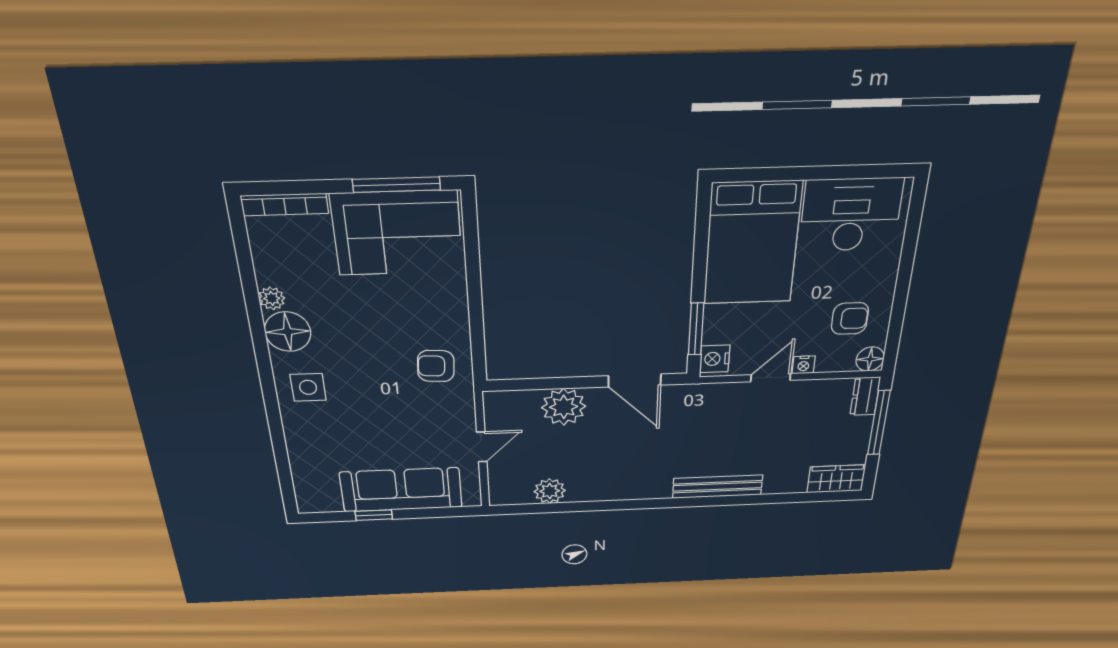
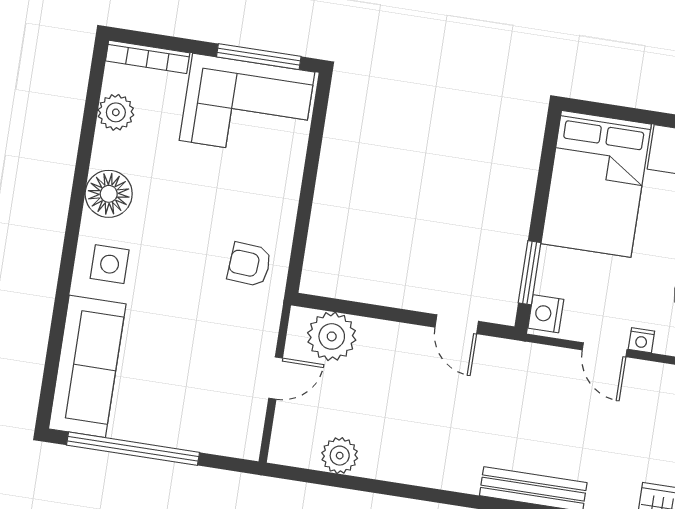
plant: (272, 298) -> (116, 112), moved, width x1.38, depth x1.38
door: (771, 378) -> (605, 350), swing flipped
door: (635, 380) -> (457, 324), width x0.73
plant: (564, 407) -> (332, 336), moved
sofa: (401, 490) -> (87, 366), moved, turned 90
window: (374, 515) -> (133, 449), width x3.17

